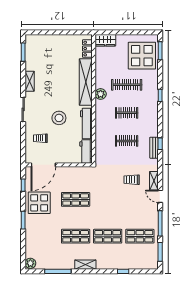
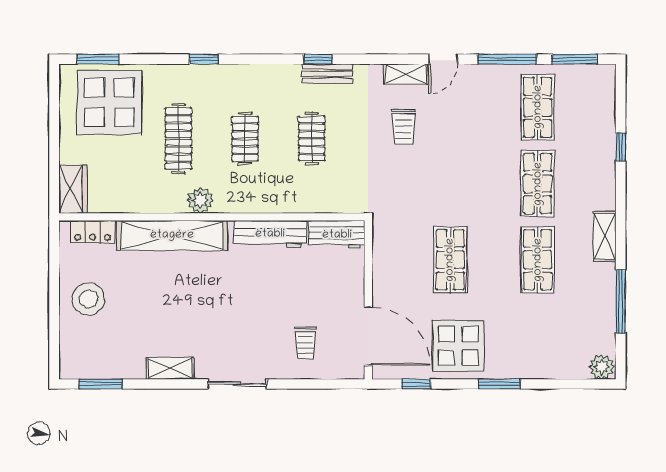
stool: (59, 118) -> (89, 299), moved

